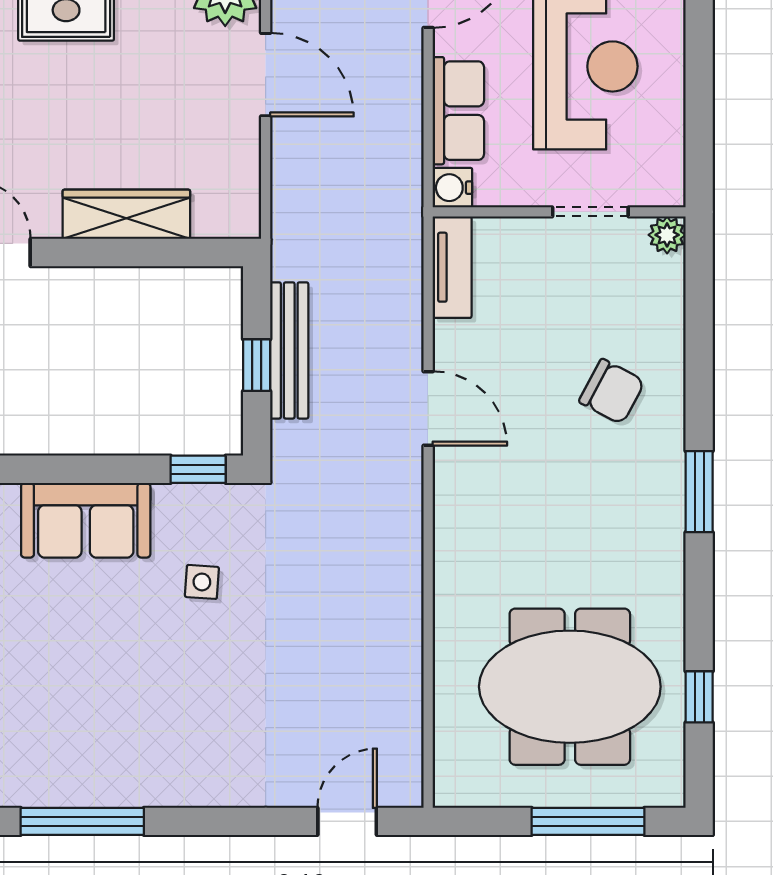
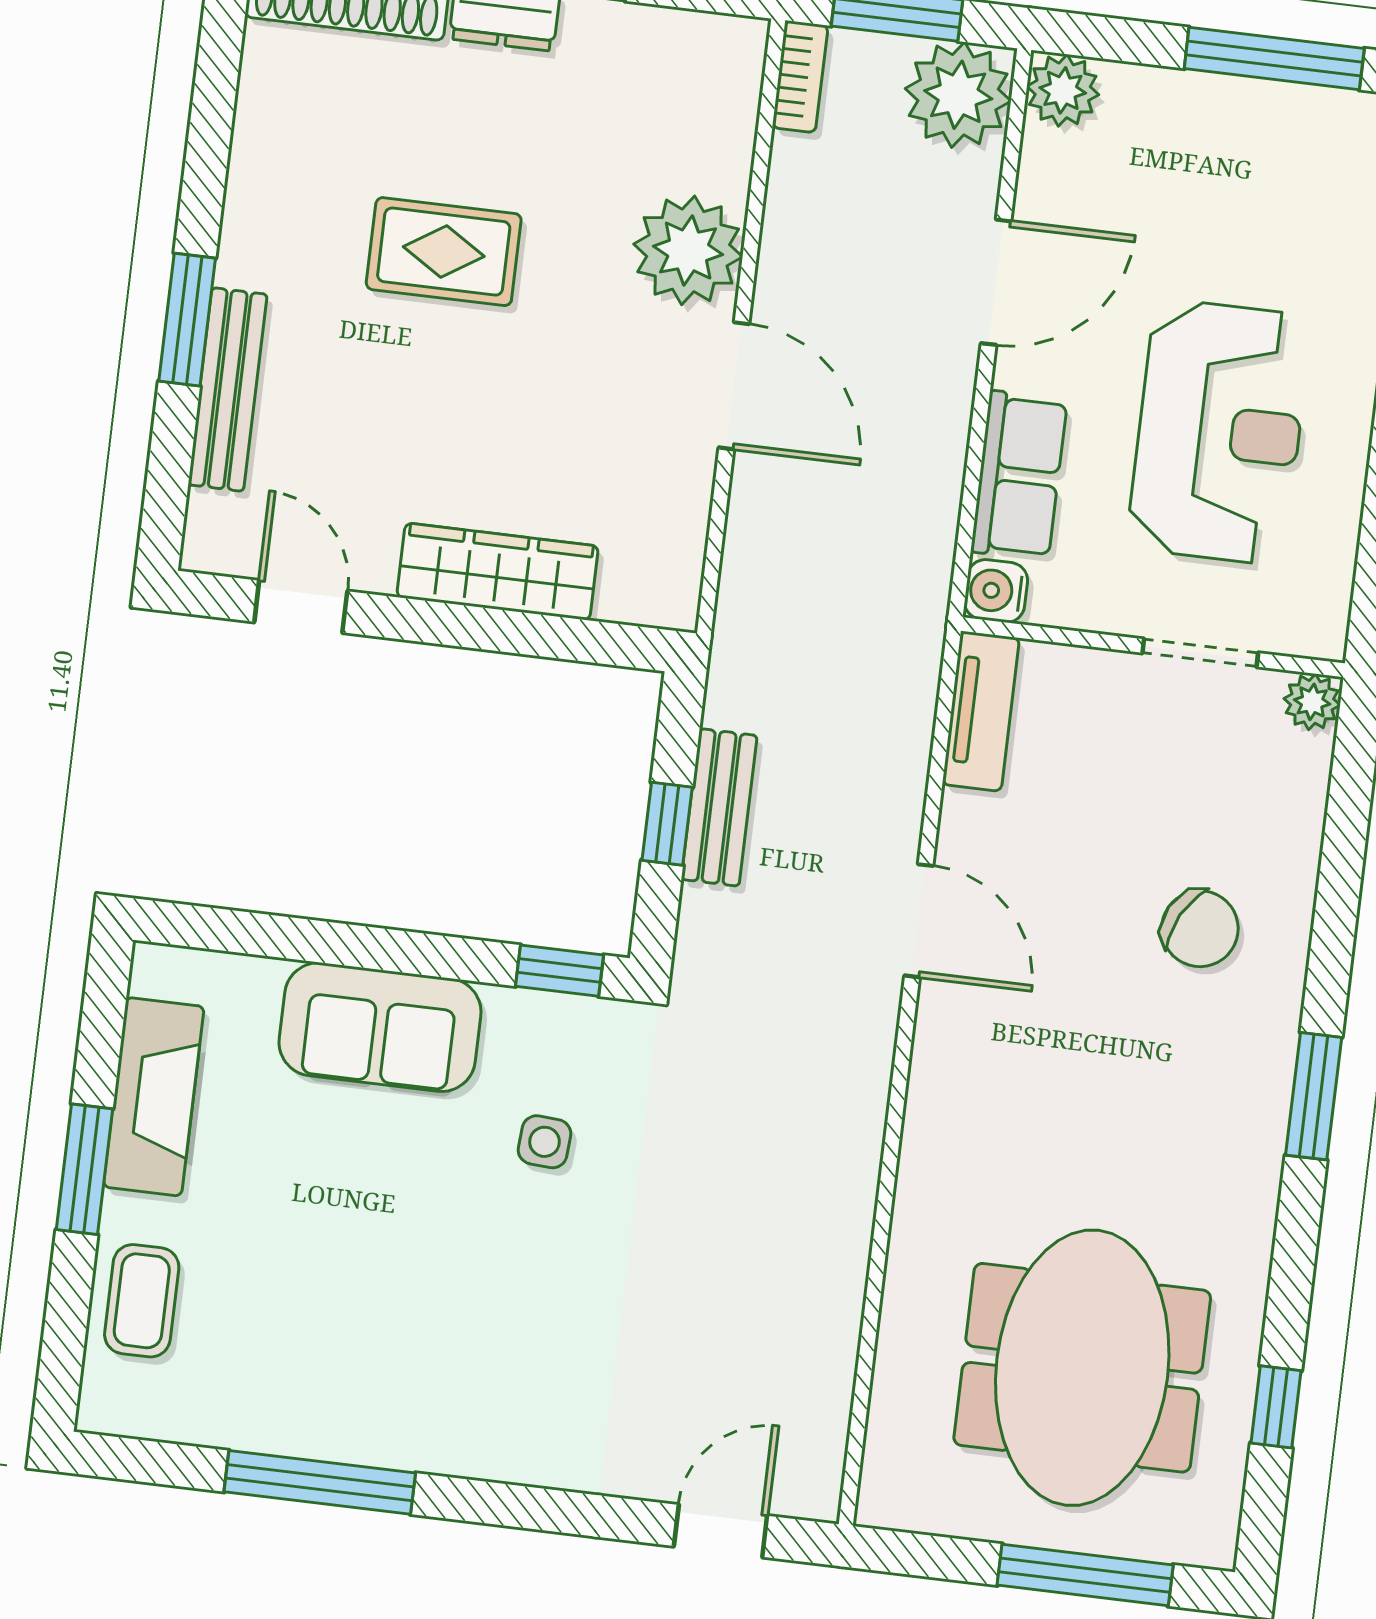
bench: (289, 350) -> (719, 807), width x0.73
meeting table: (570, 687) -> (1082, 1368), turned 90

